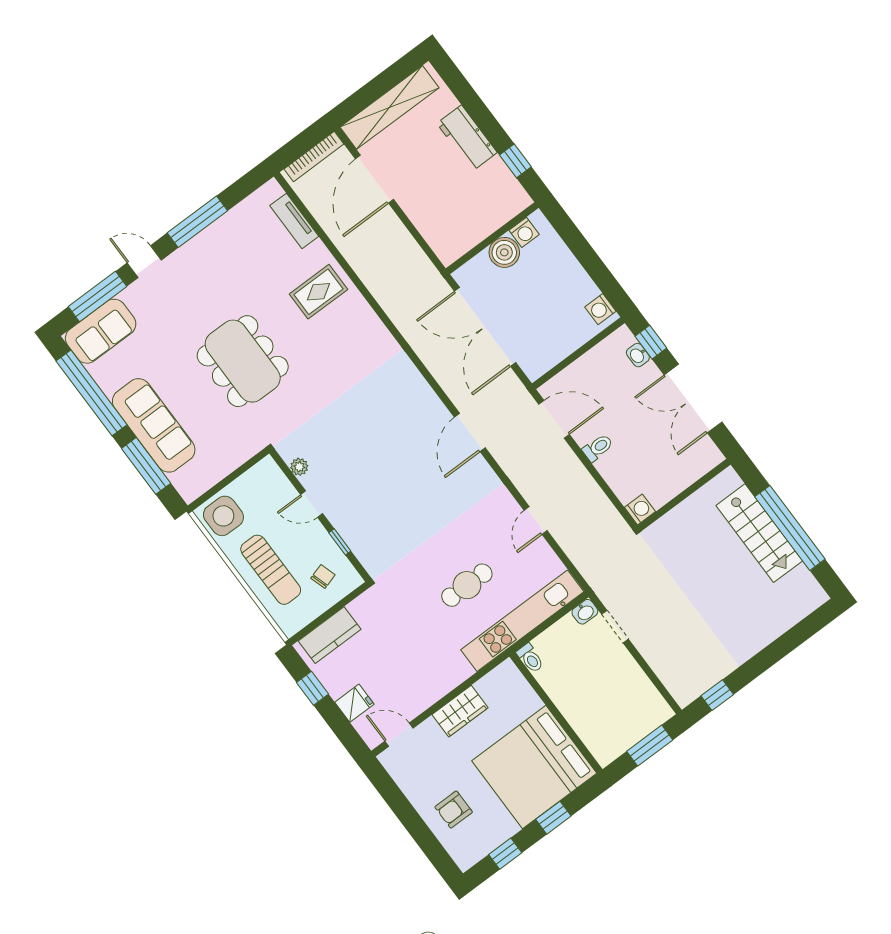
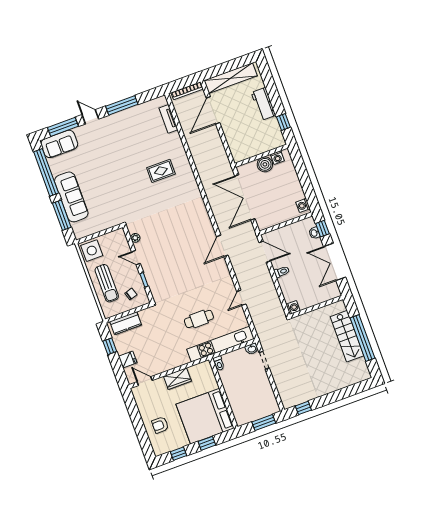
rug: (318, 292) -> (161, 171), moved
dining table: (243, 361) -> (123, 179), removed

